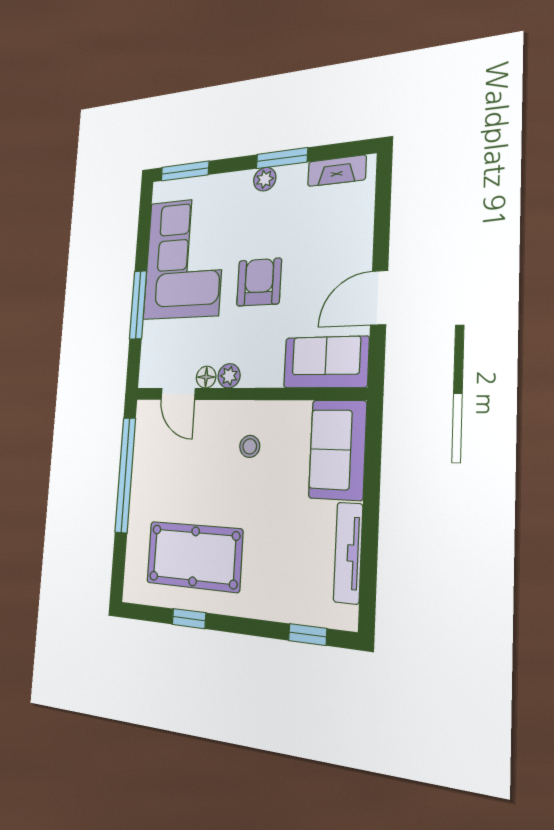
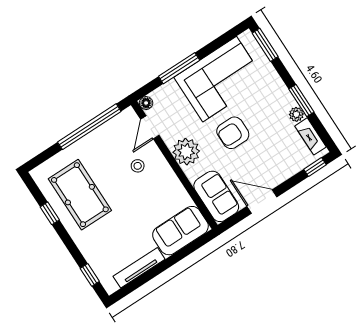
plant: (265, 179) -> (296, 114), moved
window: (383, 187) -> (315, 167), added
armchair: (259, 282) -> (233, 133), turned 180
plant: (229, 376) -> (186, 152), width x1.88, depth x1.88
floor lamp: (206, 377) -> (146, 103), moved
stool: (250, 446) -> (138, 166), moved

